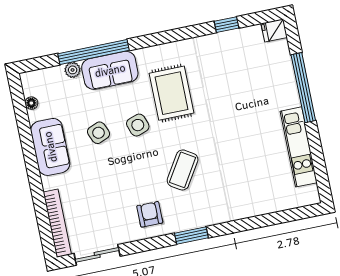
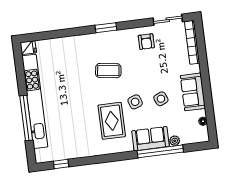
window: (226, 25) -> (61, 164), moved
fridge: (274, 30) -> (28, 48), moved
kitchen unit: (299, 147) -> (35, 101), width x1.86
coffee table: (183, 170) -> (108, 71), turned 66
armchair: (150, 214) -> (146, 42), moved

